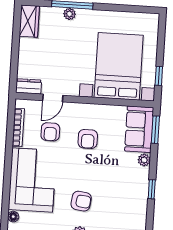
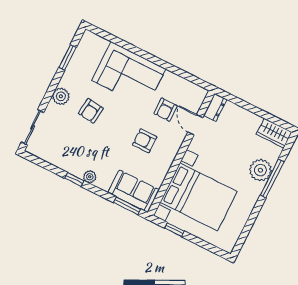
plant: (70, 14) -> (260, 170), width x1.87, depth x1.87
bookcase: (18, 128) -> (182, 82), removed
armchair: (50, 132) -> (166, 110), turned -90
plant: (144, 160) -> (90, 177), moved
floor lamp: (13, 217) -> (103, 43), removed

